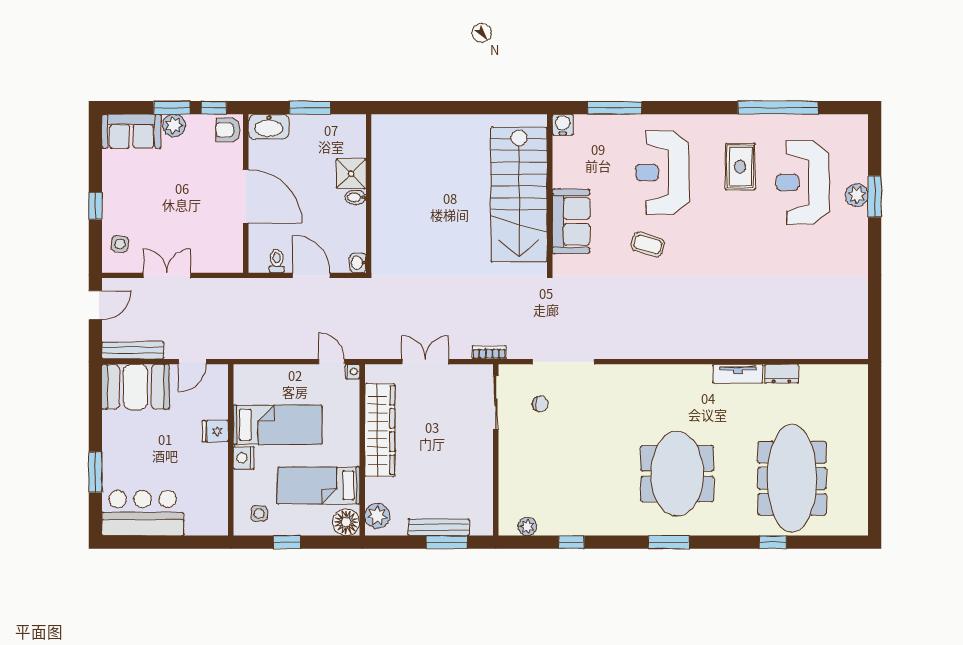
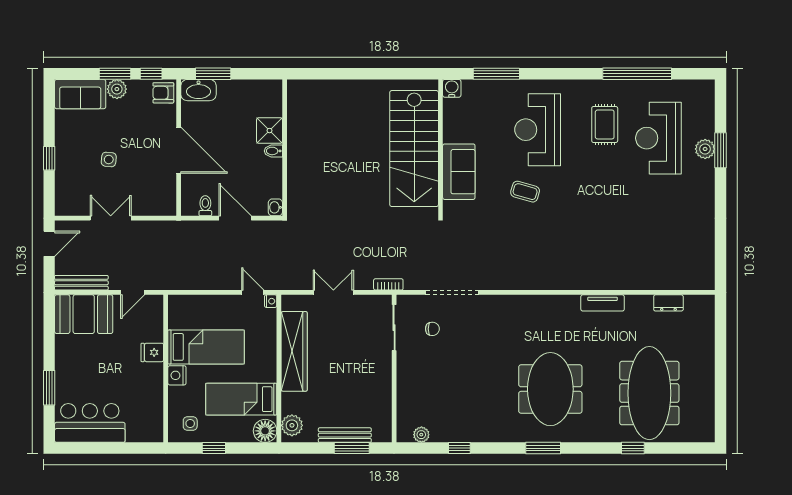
window: (310, 108) -> (213, 74), moved
side table: (120, 244) -> (109, 159), moved
dresser: (782, 374) -> (668, 303), moved

